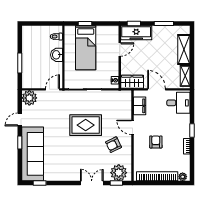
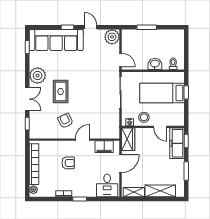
stool: (110, 66) -> (144, 117), added
rug: (86, 125) -> (61, 91), moved, width x0.73, depth x0.70
plant: (119, 173) -> (38, 76), moved

